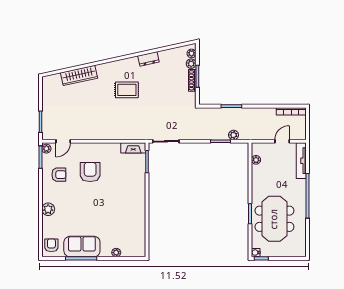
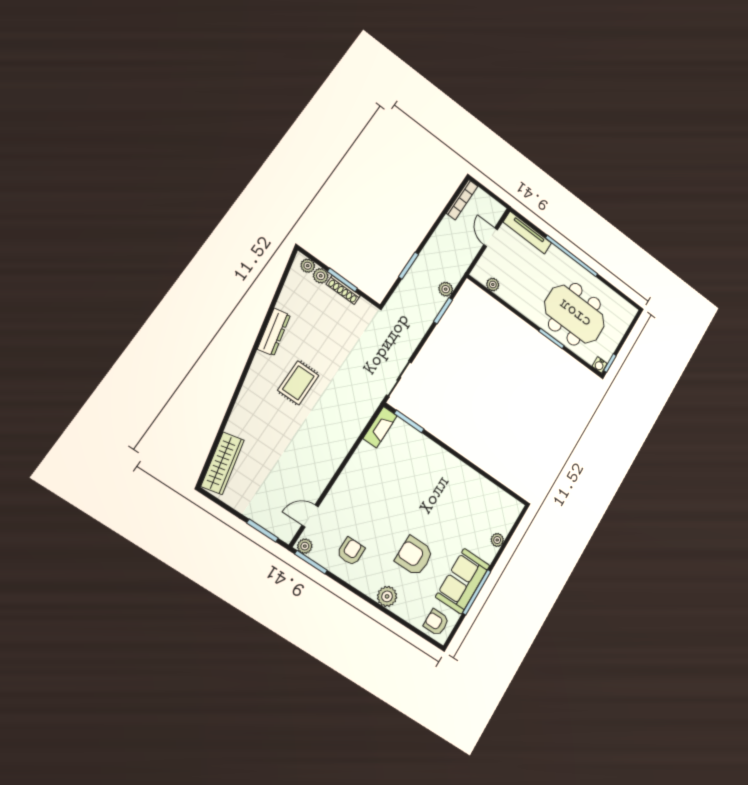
dresser: (148, 59) -> (274, 332), width x1.44
wardrobe: (79, 75) -> (223, 463), moved
door: (63, 141) -> (310, 516), swing flipped
armchair: (90, 172) -> (414, 556), moved

